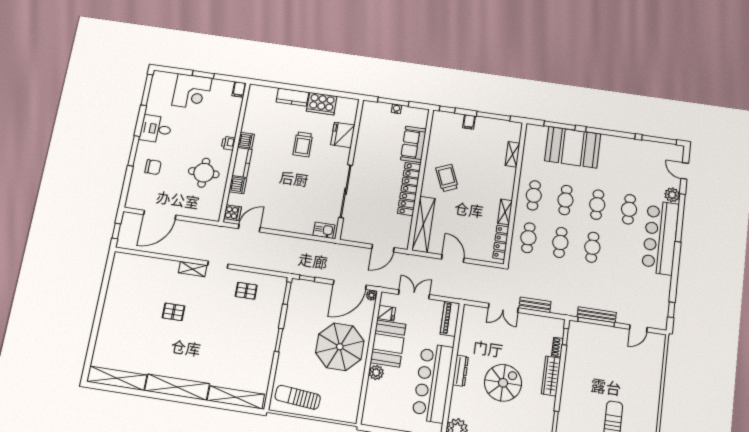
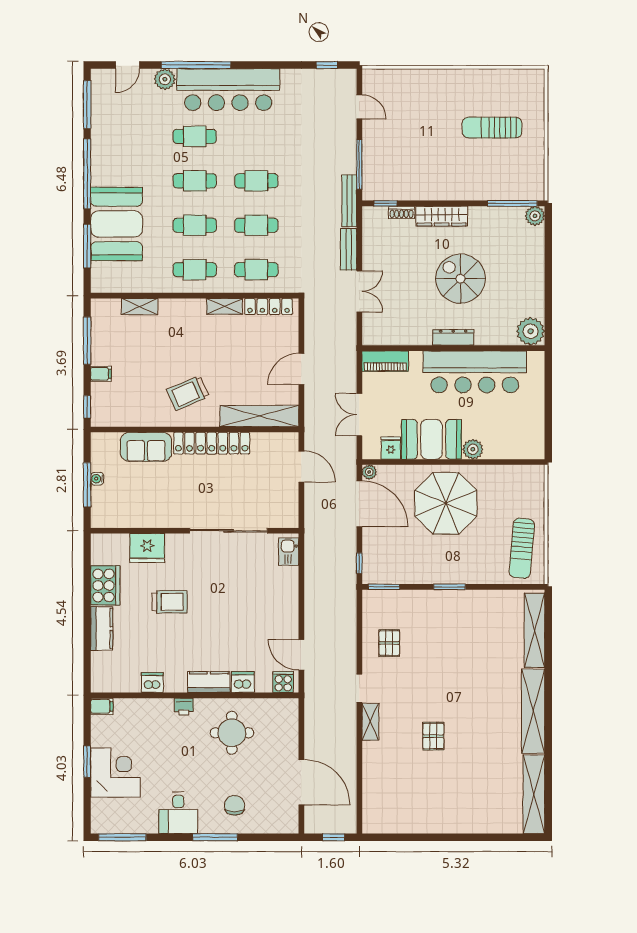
dishwasher: (246, 140) -> (152, 683), moved
bench: (597, 315) -> (349, 201), moved

